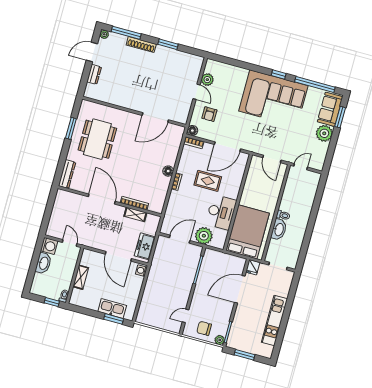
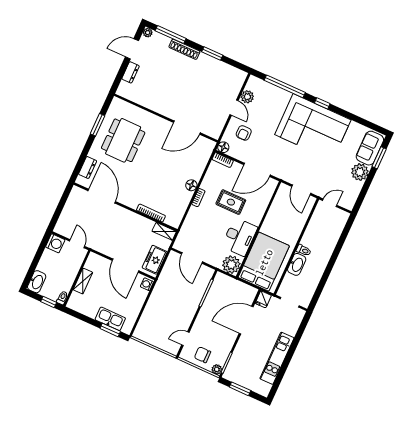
window: (315, 84) -> (285, 86), moved
dresser: (67, 174) -> (88, 167), width x0.70
door: (102, 199) -> (102, 196), moved
shelving: (135, 214) -> (164, 231), moved
plant: (204, 236) -> (231, 265), moved
door: (180, 239) -> (192, 258), swing flipped
washbasin: (43, 263) -> (37, 282), moved

